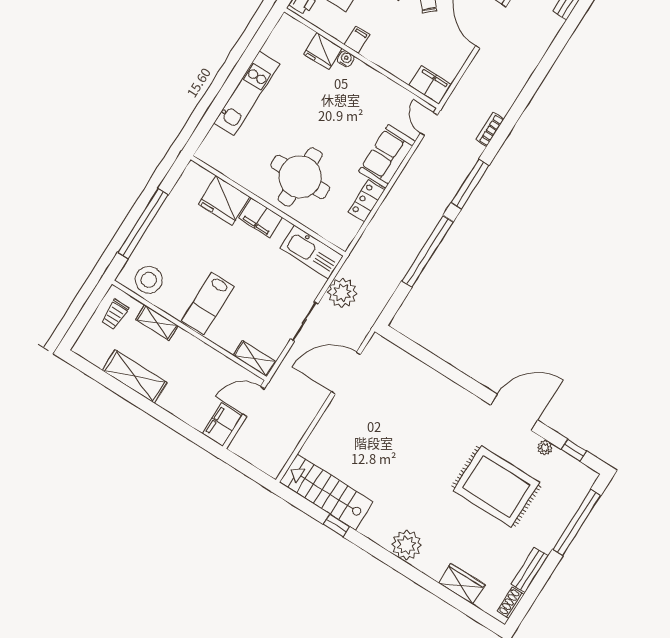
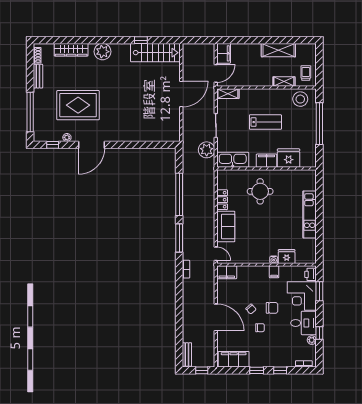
round table: (300, 177) -> (260, 191), width x0.73, depth x0.73
lab bench: (208, 303) -> (265, 122), moved, turned 90
door: (346, 373) -> (181, 94), moved
wardrobe: (462, 584) -> (71, 50), width x1.50

